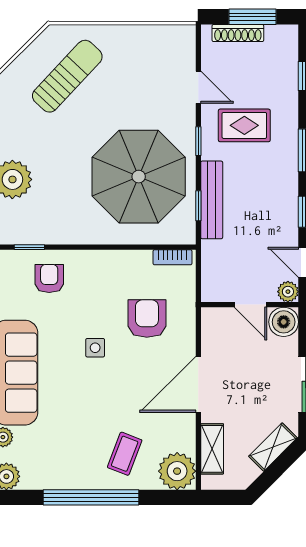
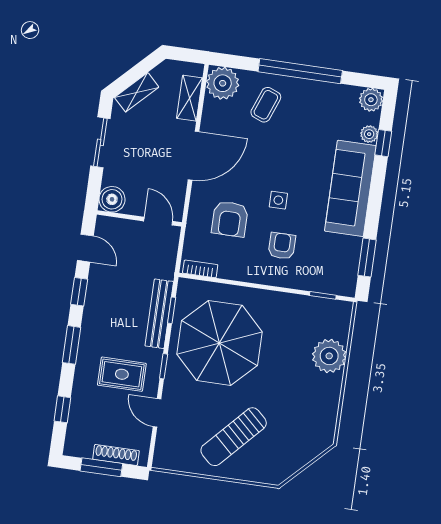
sun lounger: (67, 76) -> (234, 437), moved
armchair: (49, 278) -> (282, 246), moved, turned 180
plant: (288, 292) -> (105, 225), removed
door: (250, 305) -> (158, 221), moved

